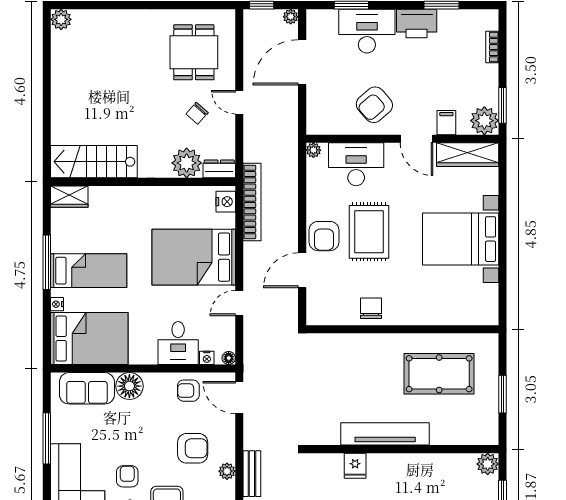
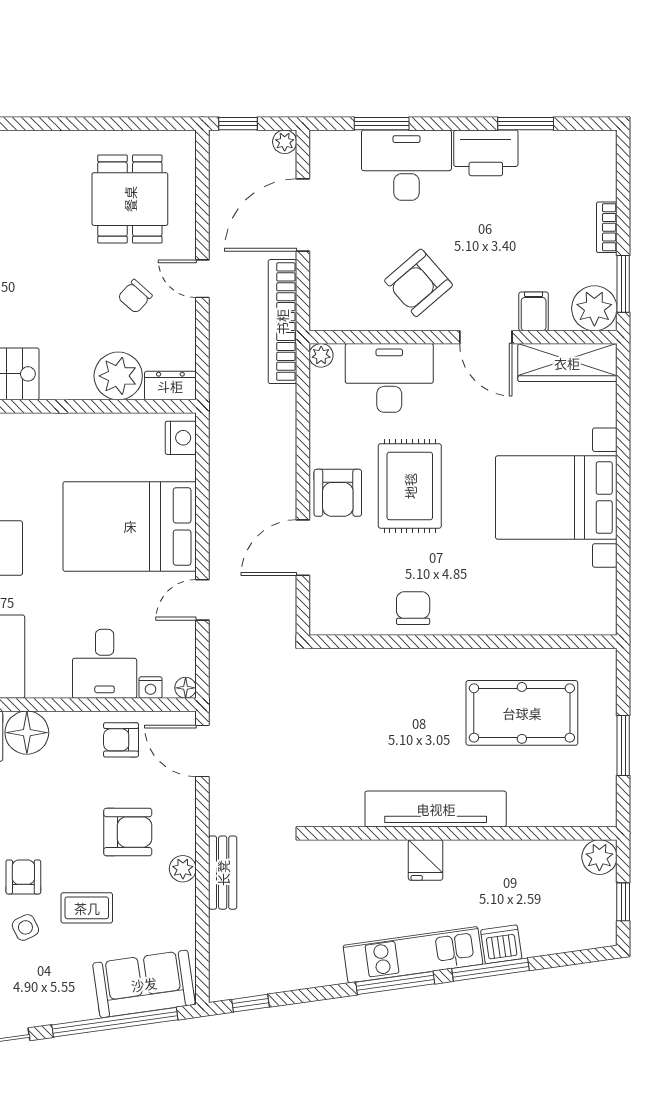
bookcase: (492, 47) -> (607, 227), moved
bookcase: (252, 202) -> (282, 322), moved, turned 180
fridge: (355, 466) -> (426, 860), moved

